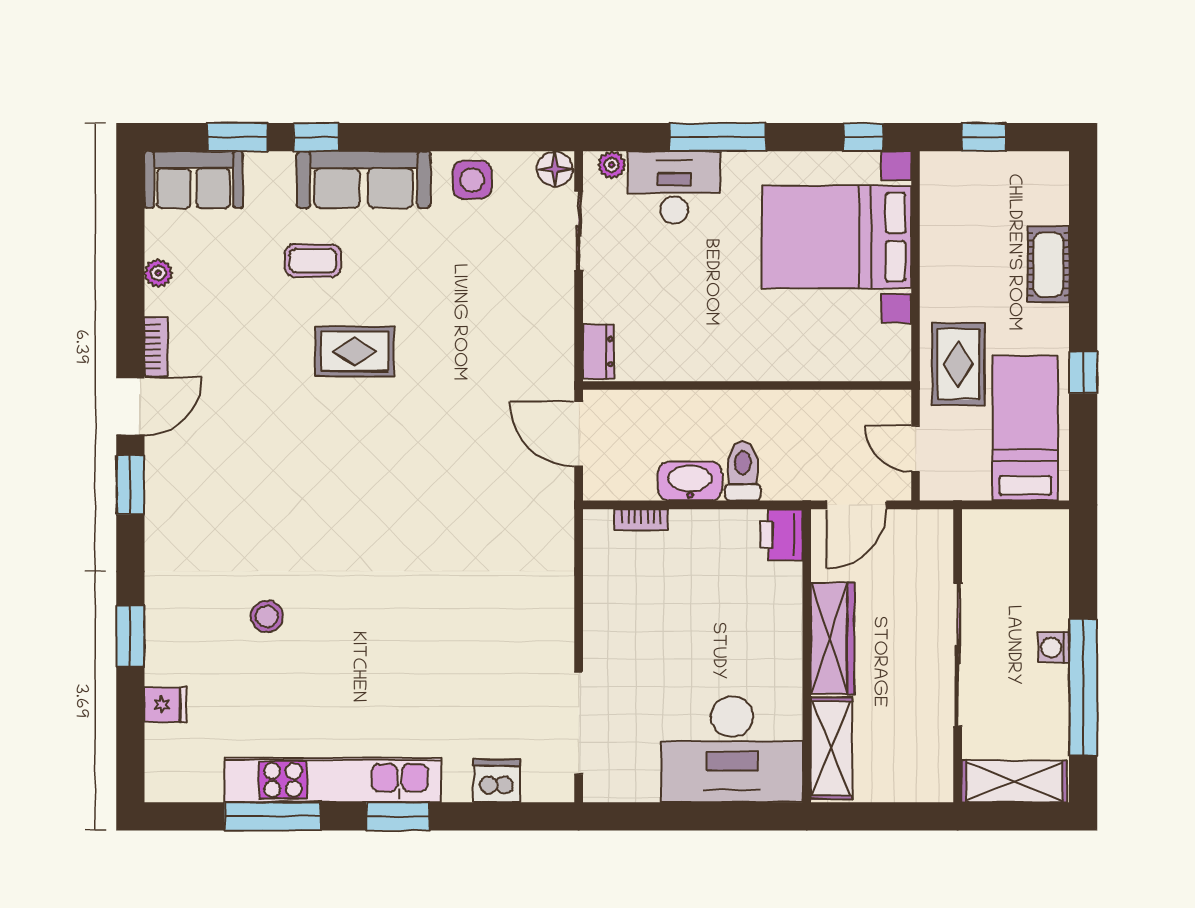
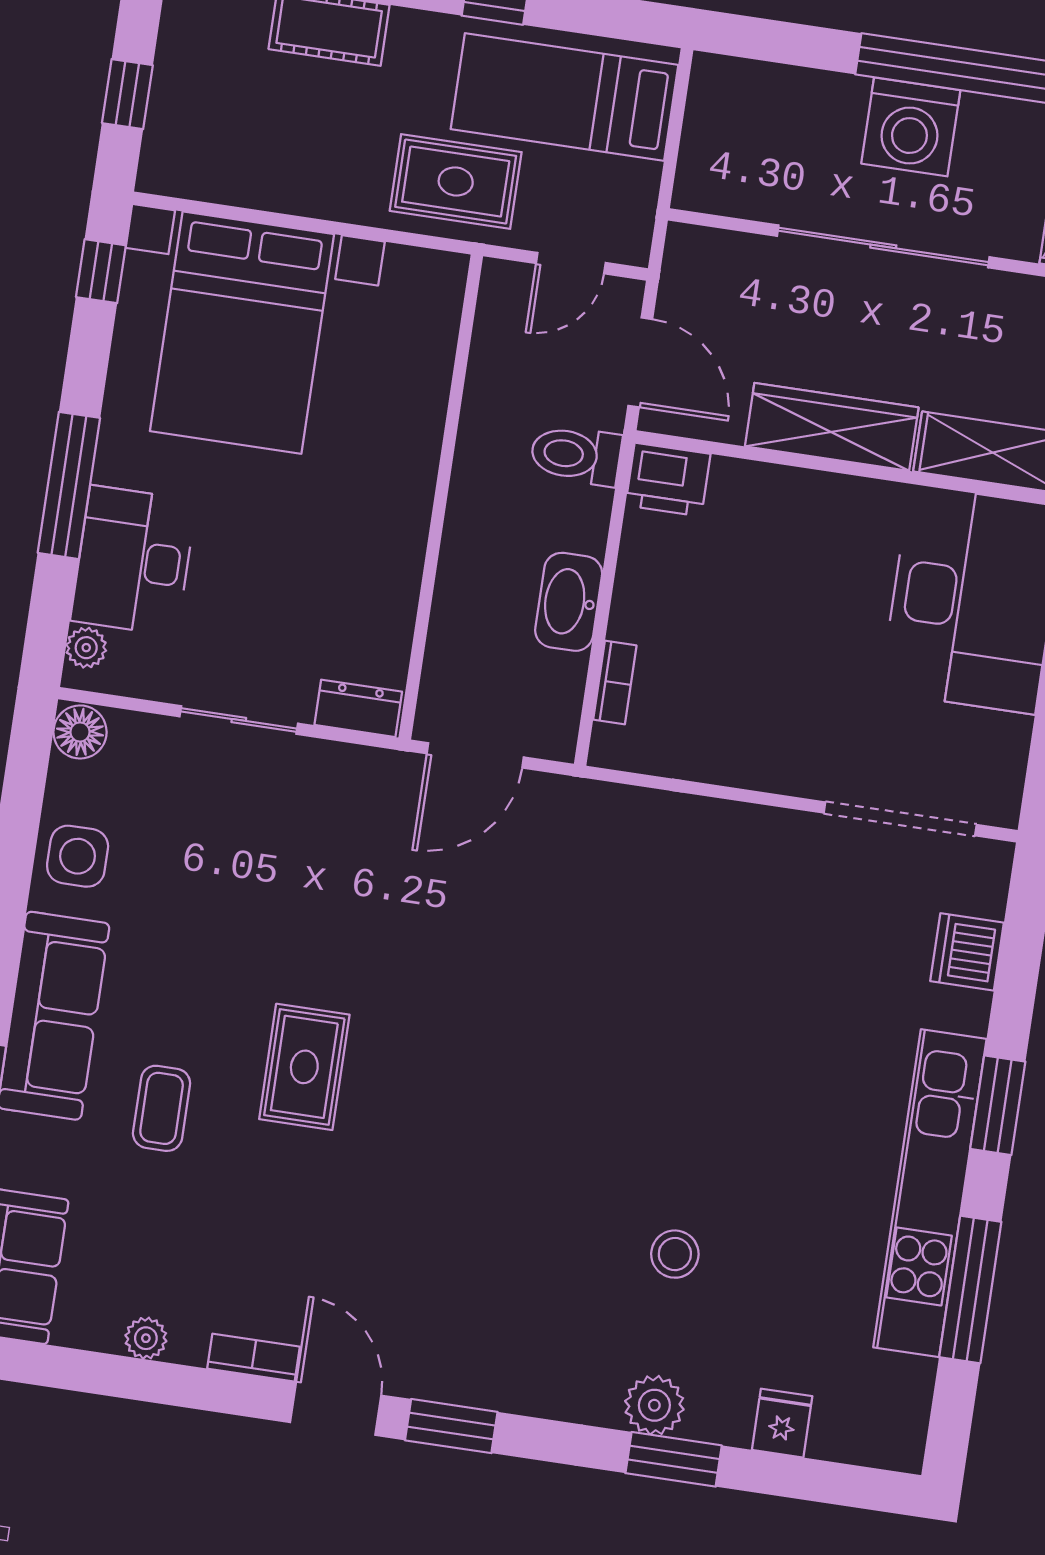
sliding door: (579, 231) -> (239, 720), moved
toilet: (743, 471) -> (576, 455), moved
plant: (164, 618) -> (654, 1405), added
washing machine: (1054, 647) -> (911, 127), width x1.89, depth x1.89

